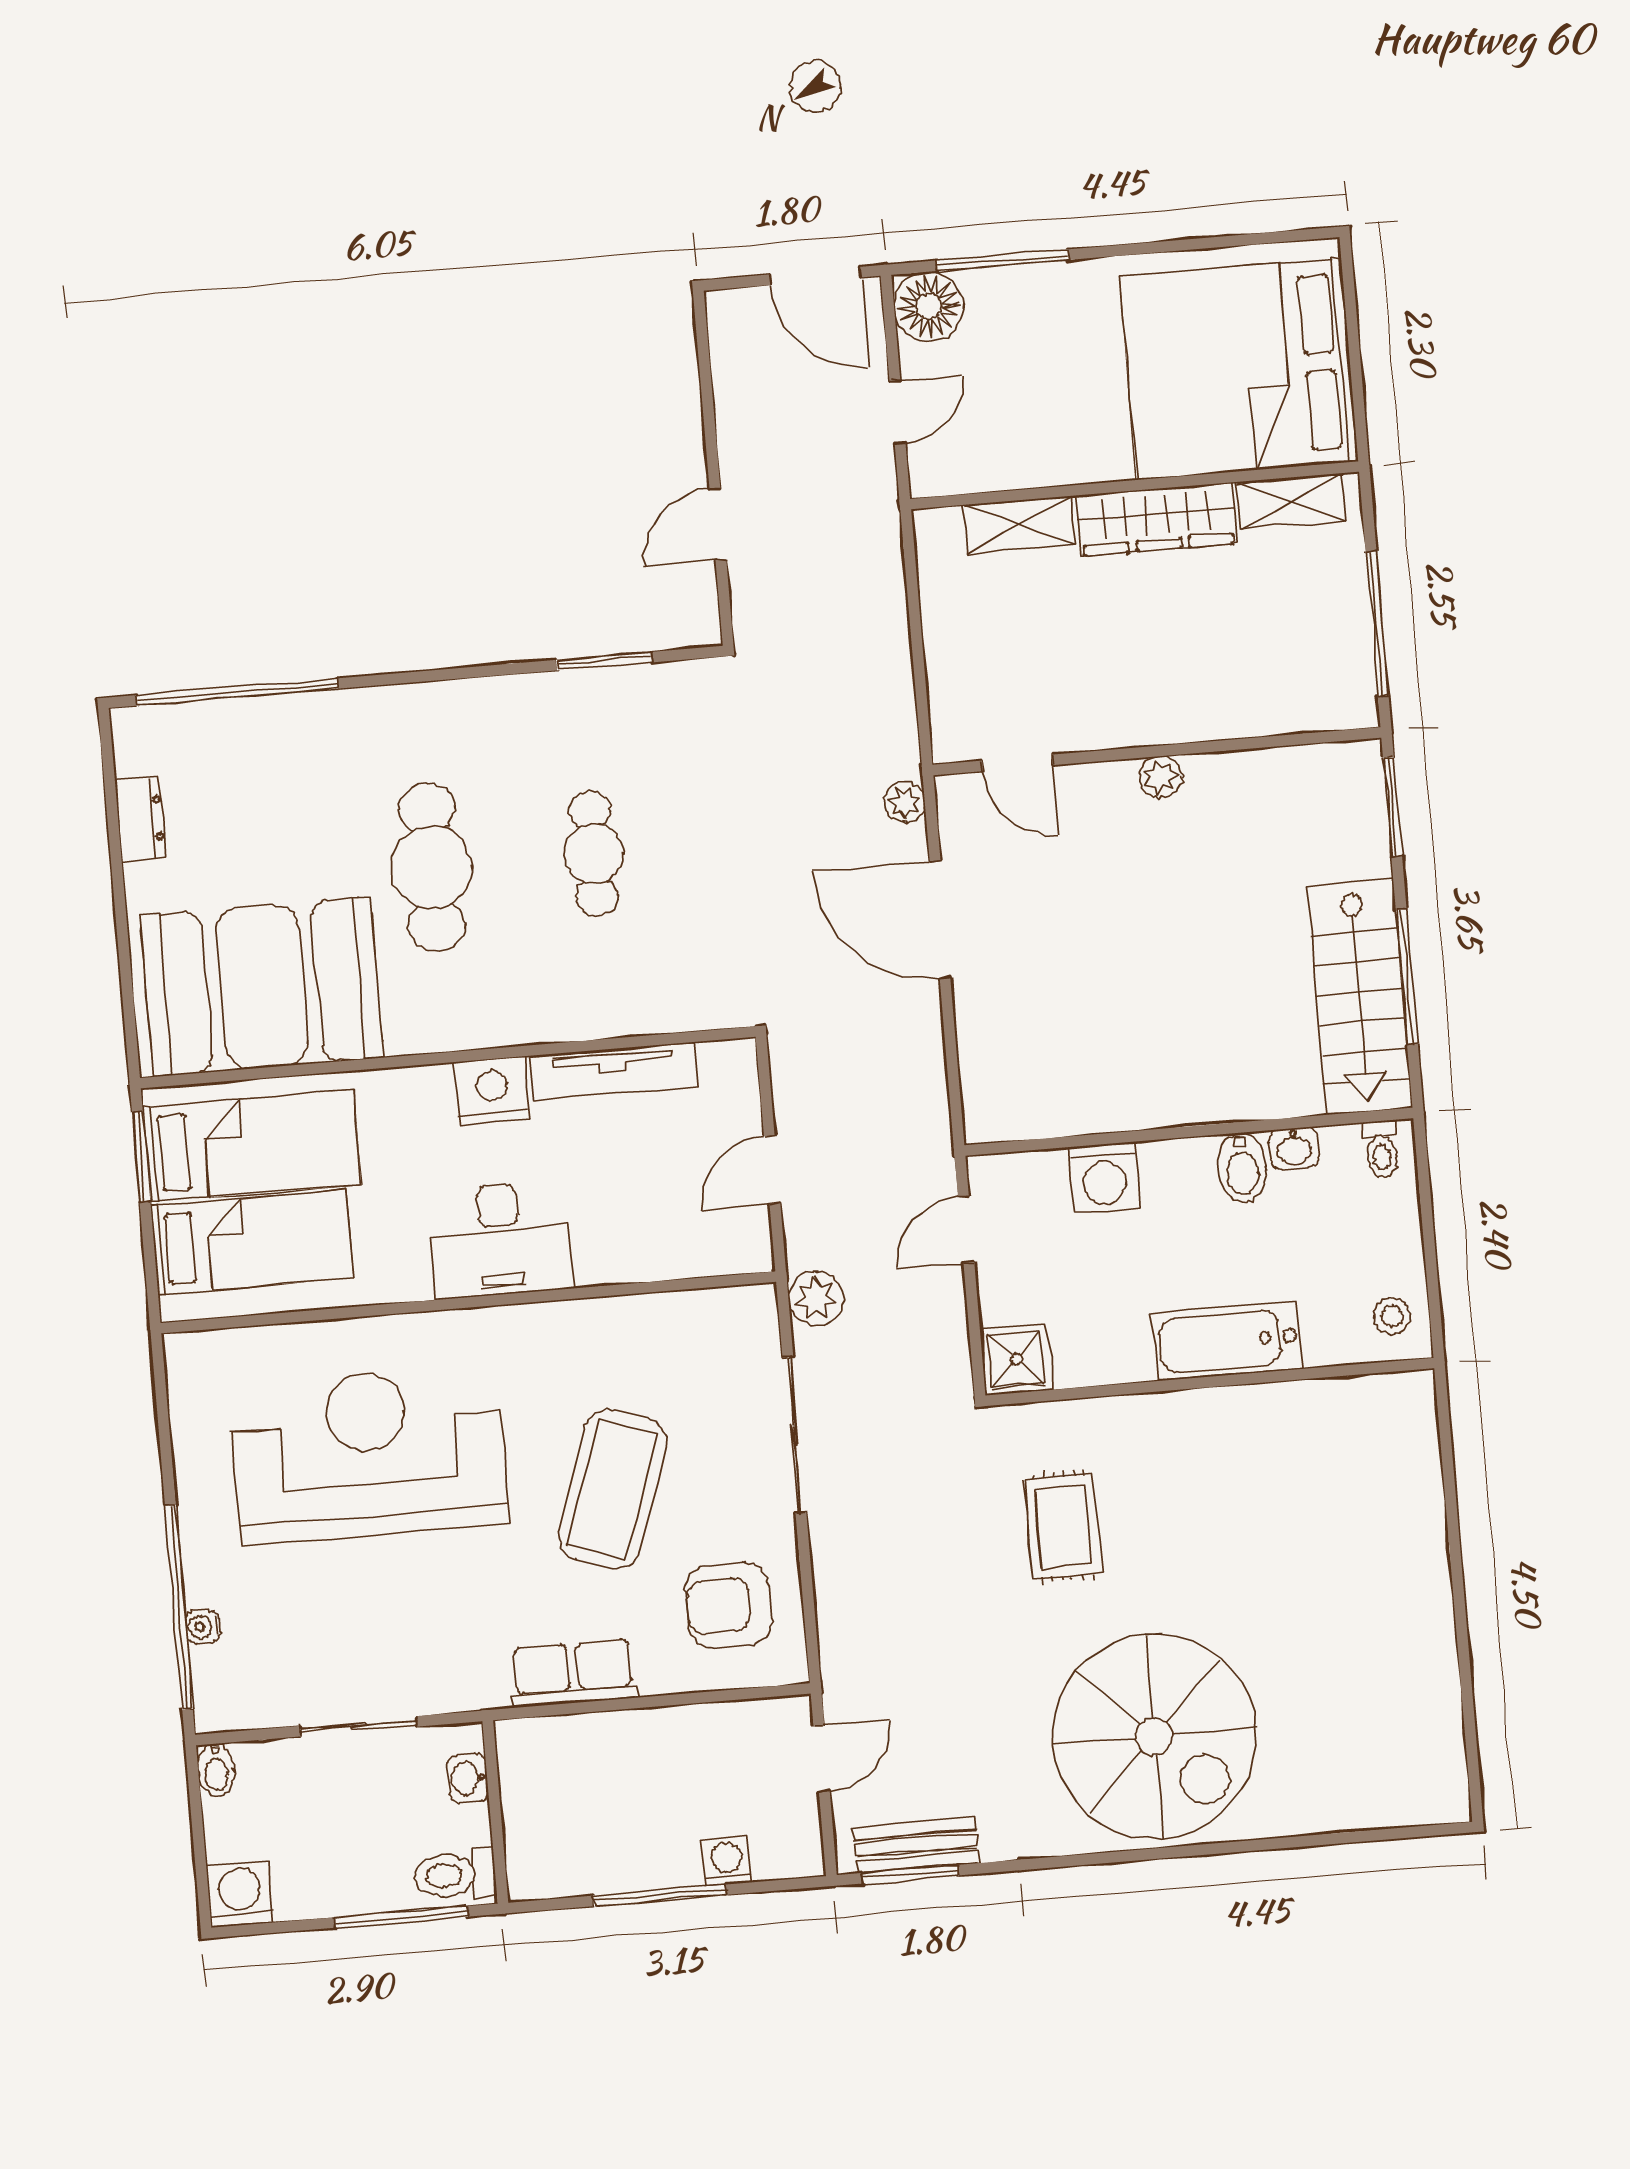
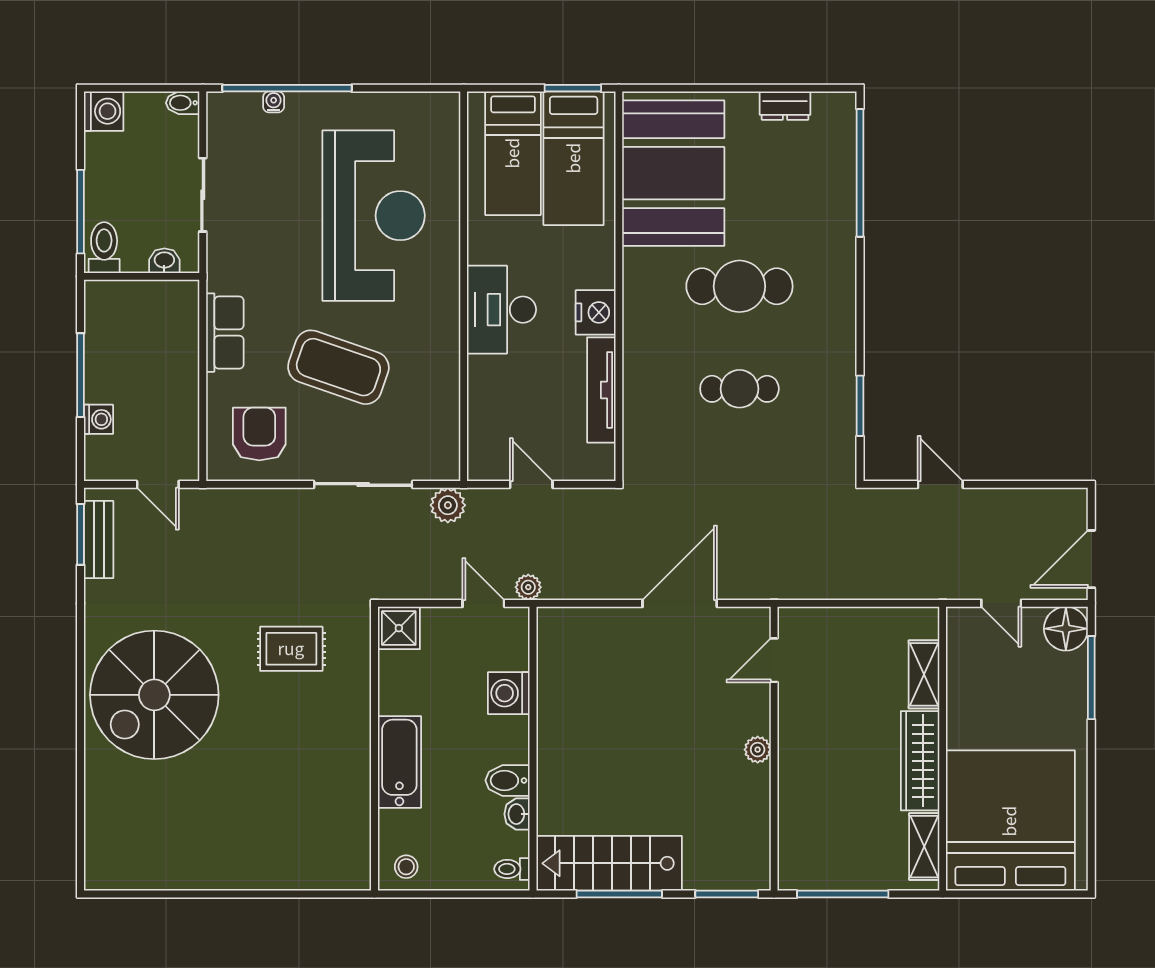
plant: (905, 803) -> (528, 587), moved

